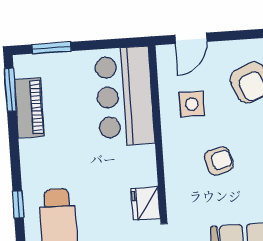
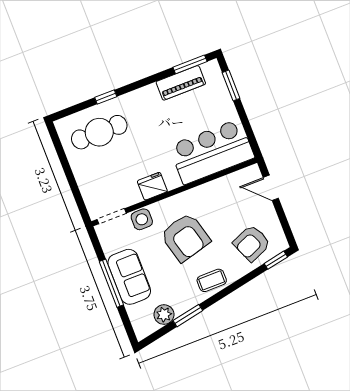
side table: (192, 104) -> (142, 219), moved
armchair: (219, 161) -> (185, 237), width x1.88, depth x1.88
fridge: (146, 204) -> (152, 186), moved

